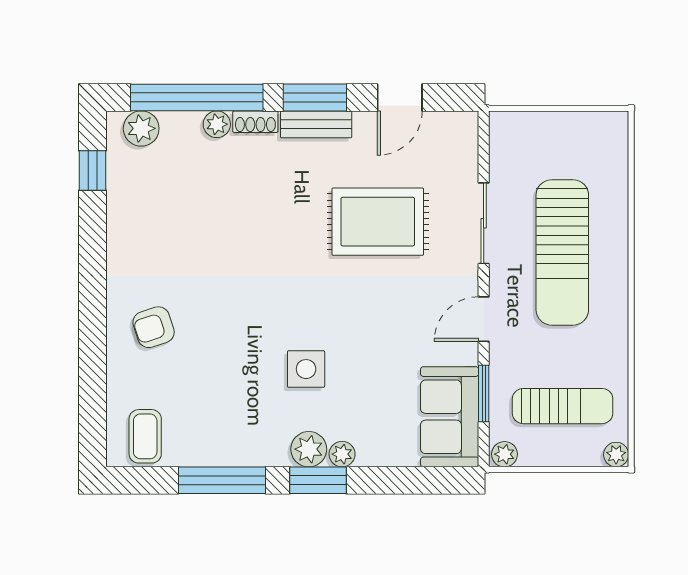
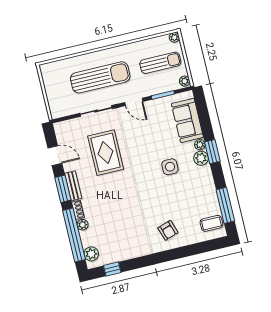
sun lounger: (563, 406) -> (160, 63), turned 90
sofa: (450, 417) -> (187, 120), moved, turned 90
window: (222, 480) -> (225, 205), moved

